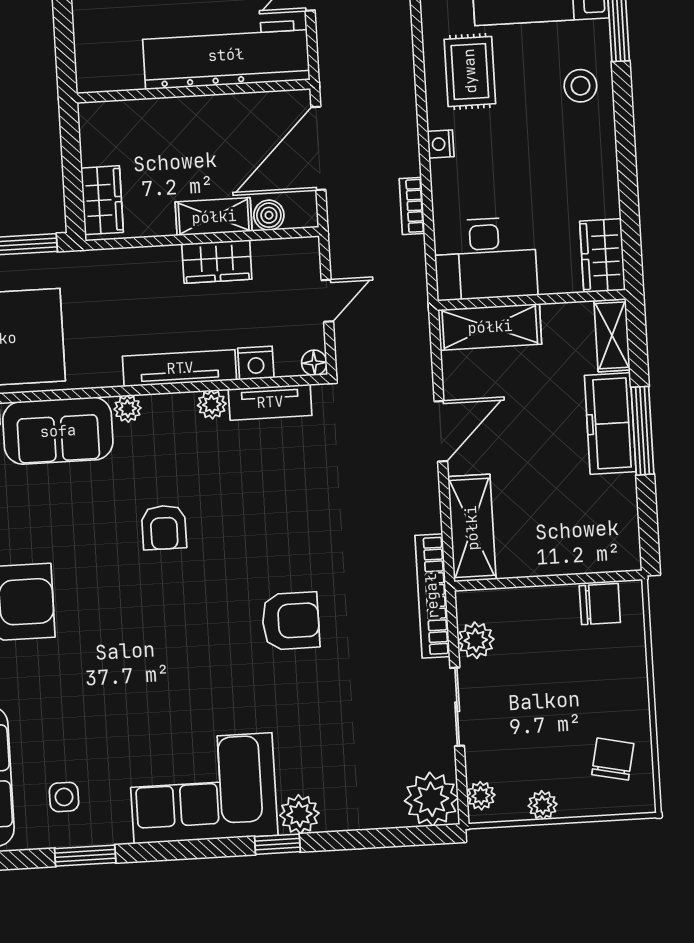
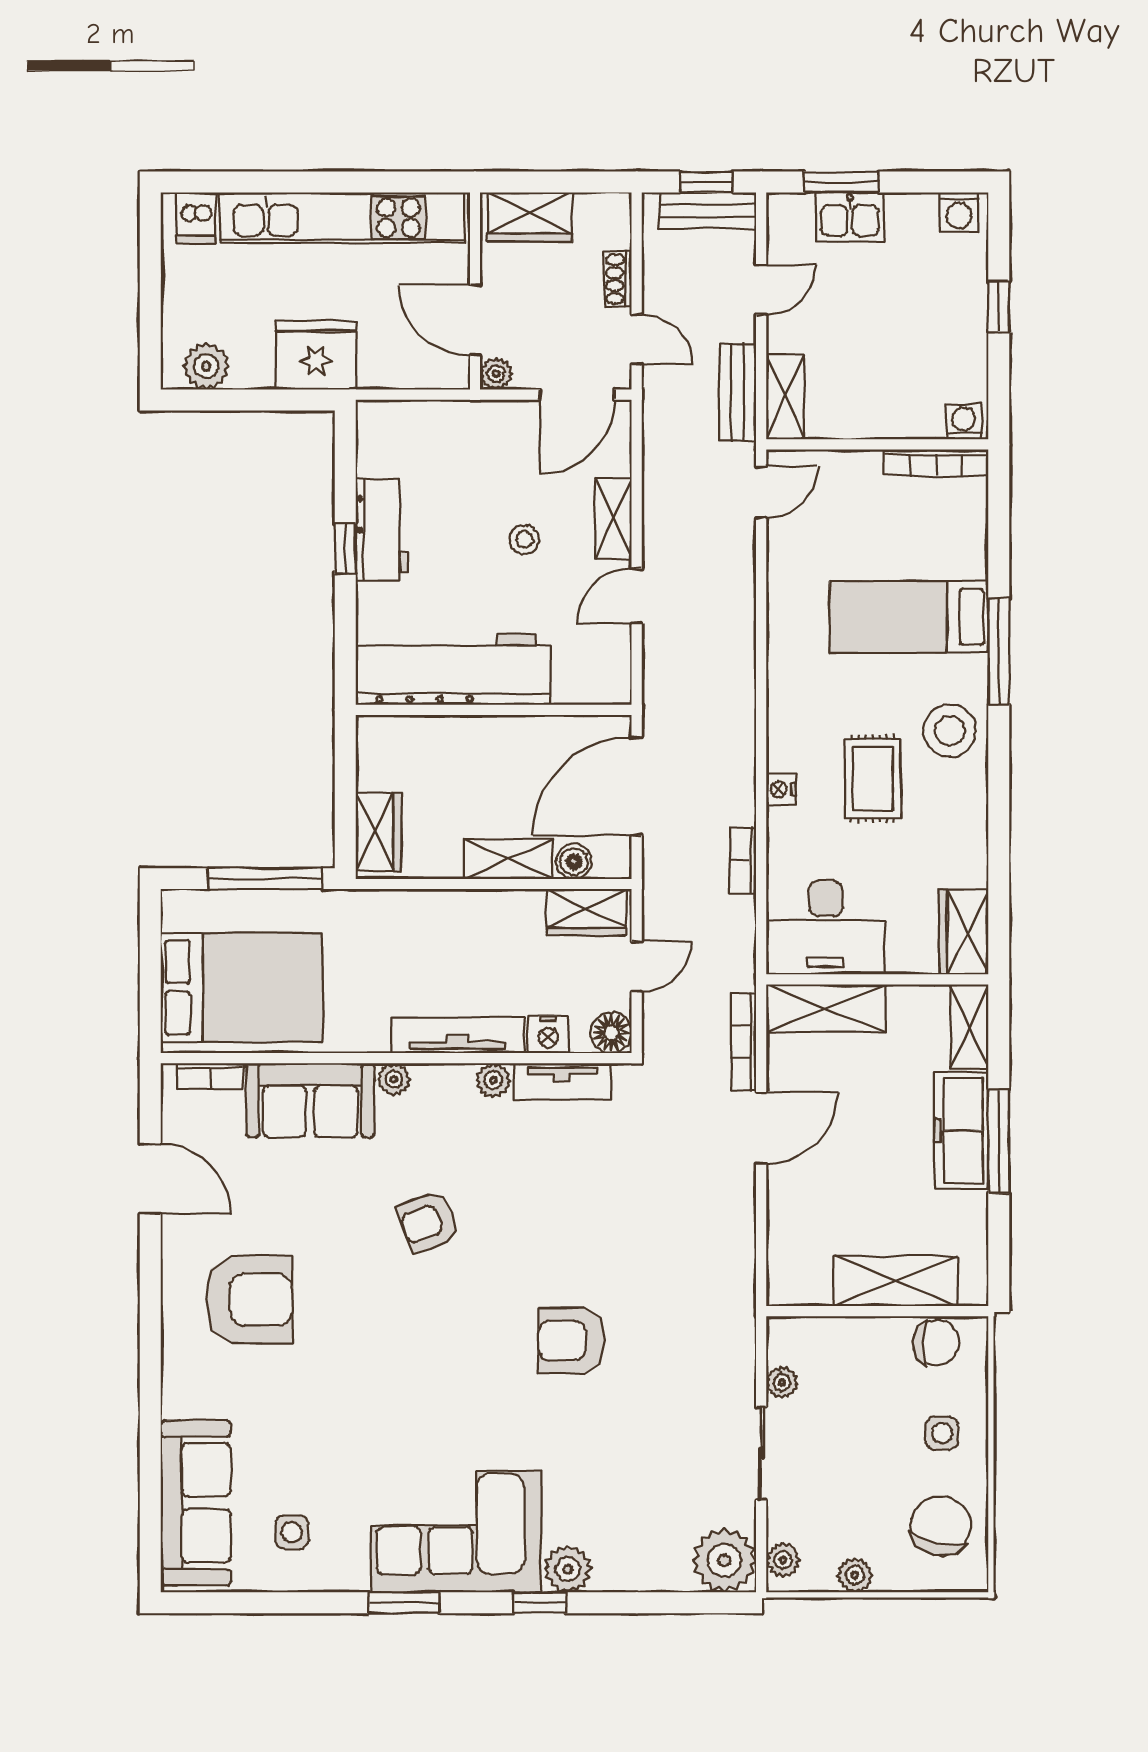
workbench: (226, 55) -> (454, 669), moved
rug: (470, 71) -> (873, 779), moved
stool: (580, 86) -> (950, 731), width x1.38, depth x1.38
wardrobe: (217, 262) -> (586, 912), moved
floor lamp: (314, 363) -> (611, 1033), width x1.37, depth x1.37
armchair: (164, 527) -> (428, 1222), turned 69
shelving: (472, 528) -> (896, 1281), moved, turned 90
bookcase: (432, 596) -> (744, 1042), moved, width x0.68, depth x0.76
armchair: (291, 621) -> (571, 1341), turned 180
plant: (476, 640) -> (782, 1382), width x0.73, depth x0.73
side table: (609, 681) -> (942, 1433), added
chair: (613, 759) -> (941, 1526), width x1.37, depth x1.37
window: (85, 856) -> (404, 1603), moved

